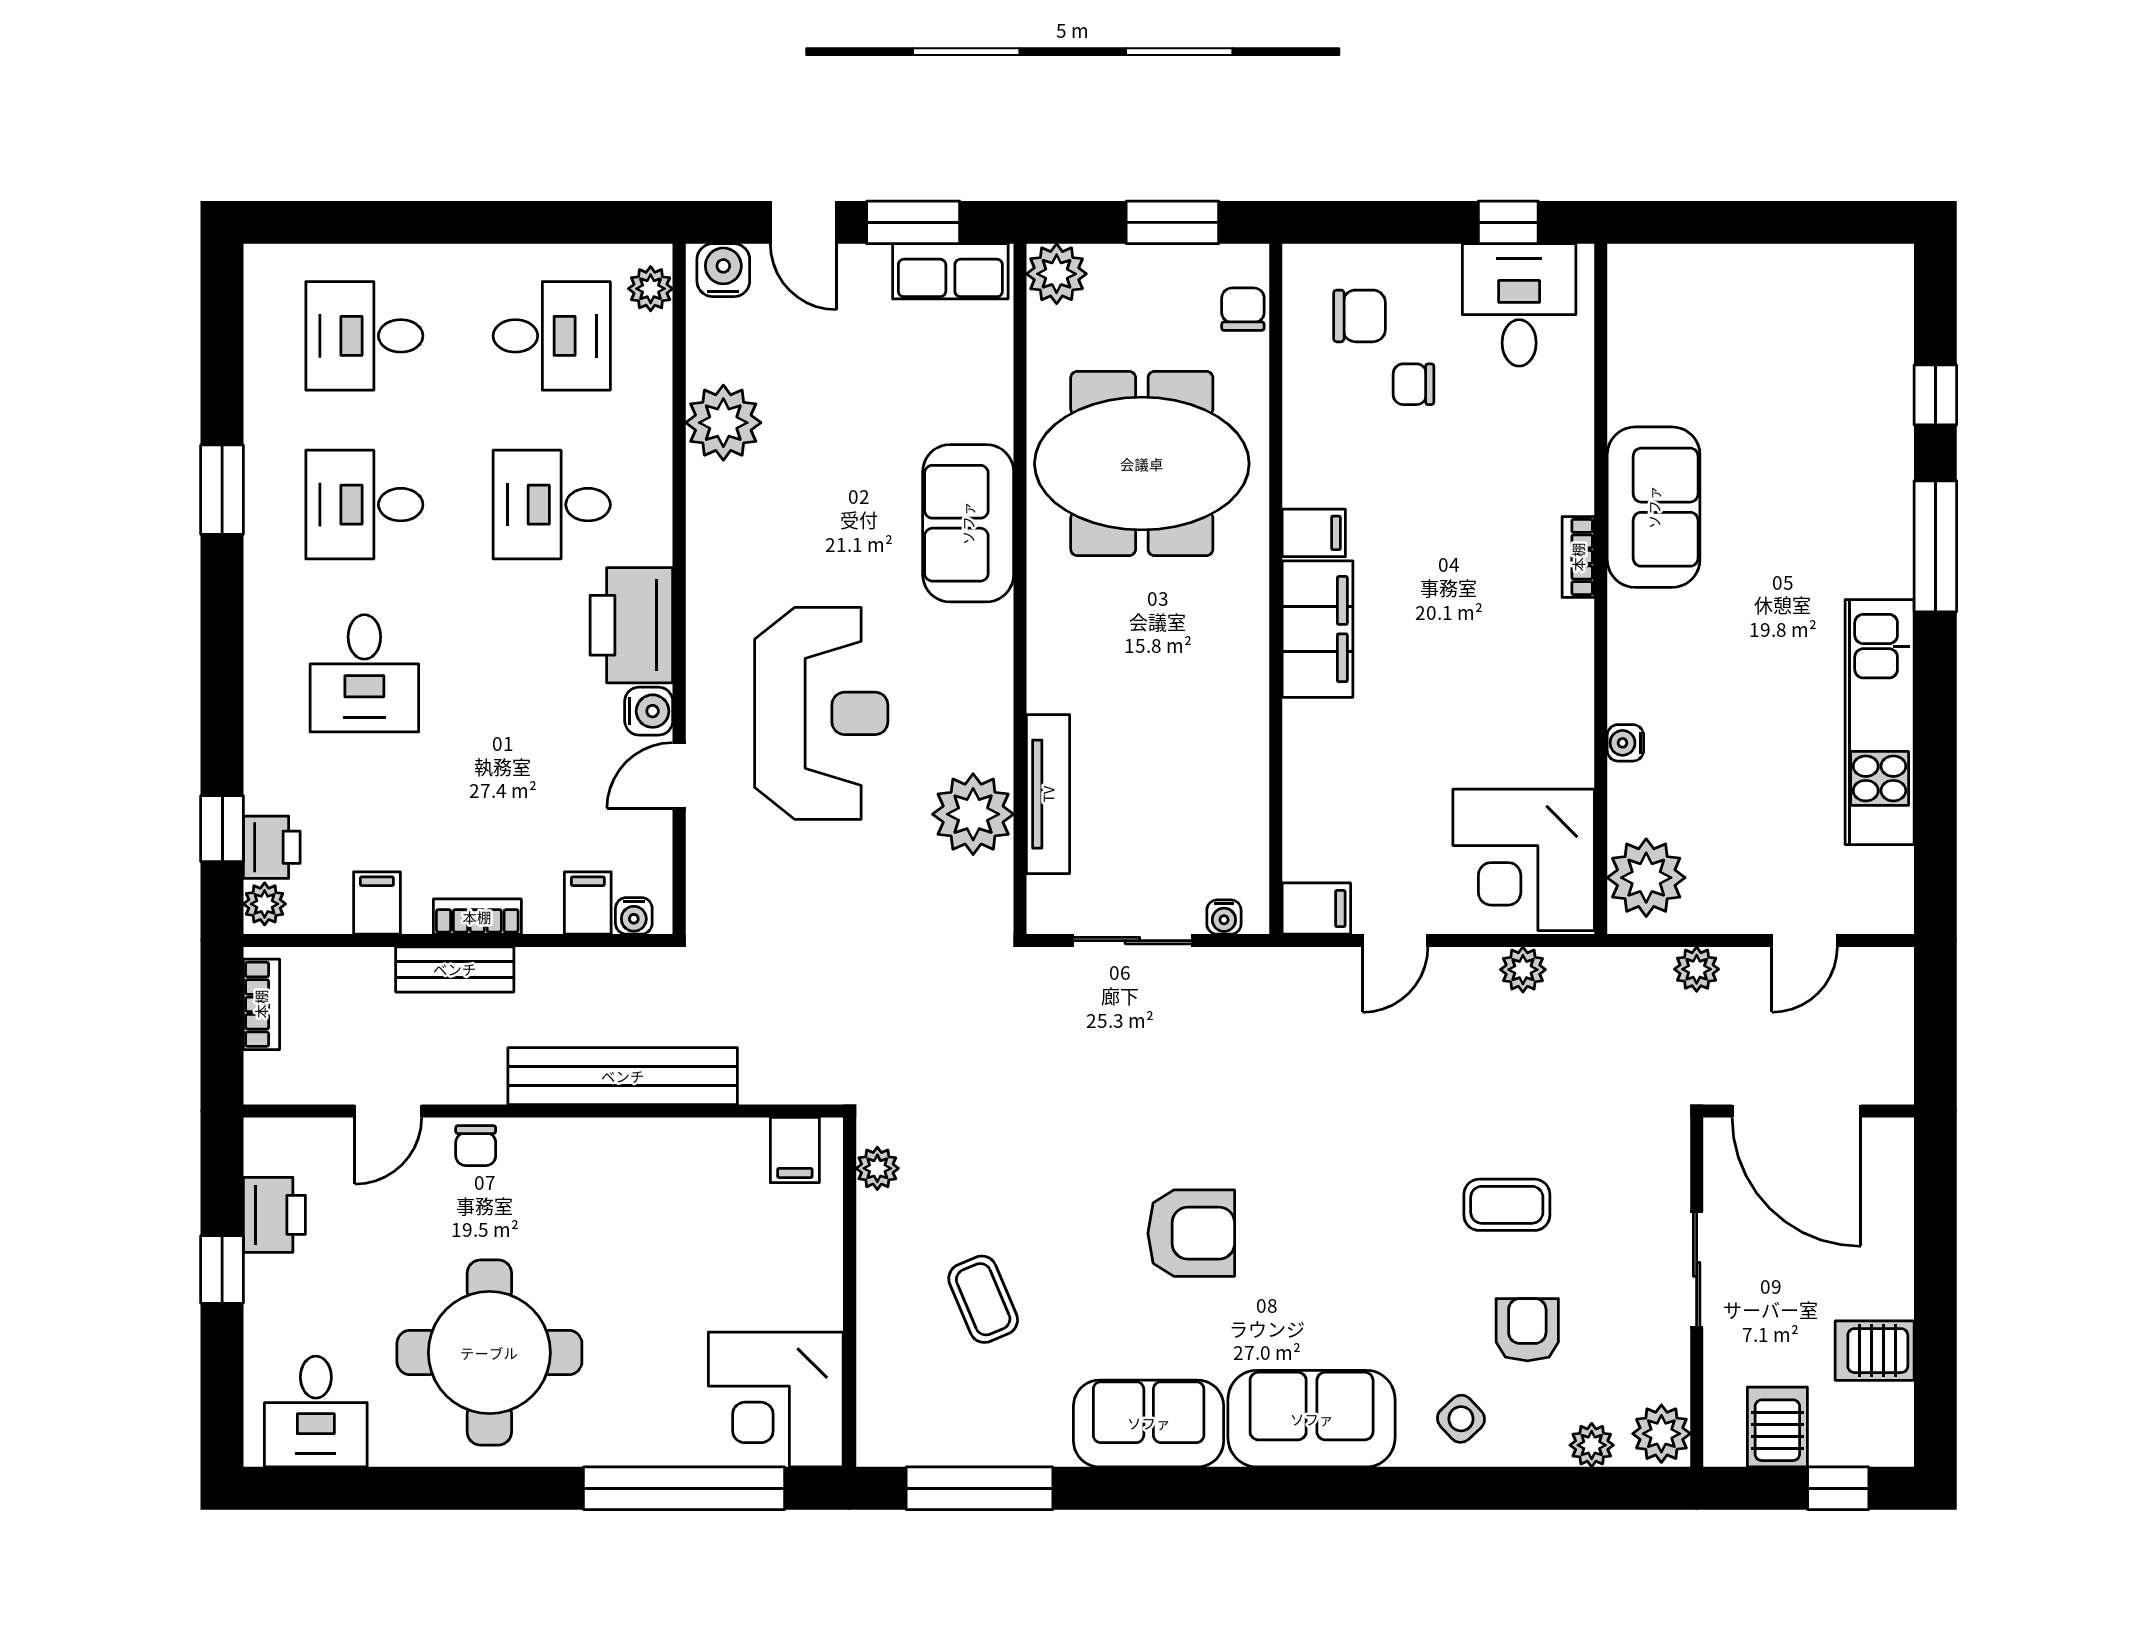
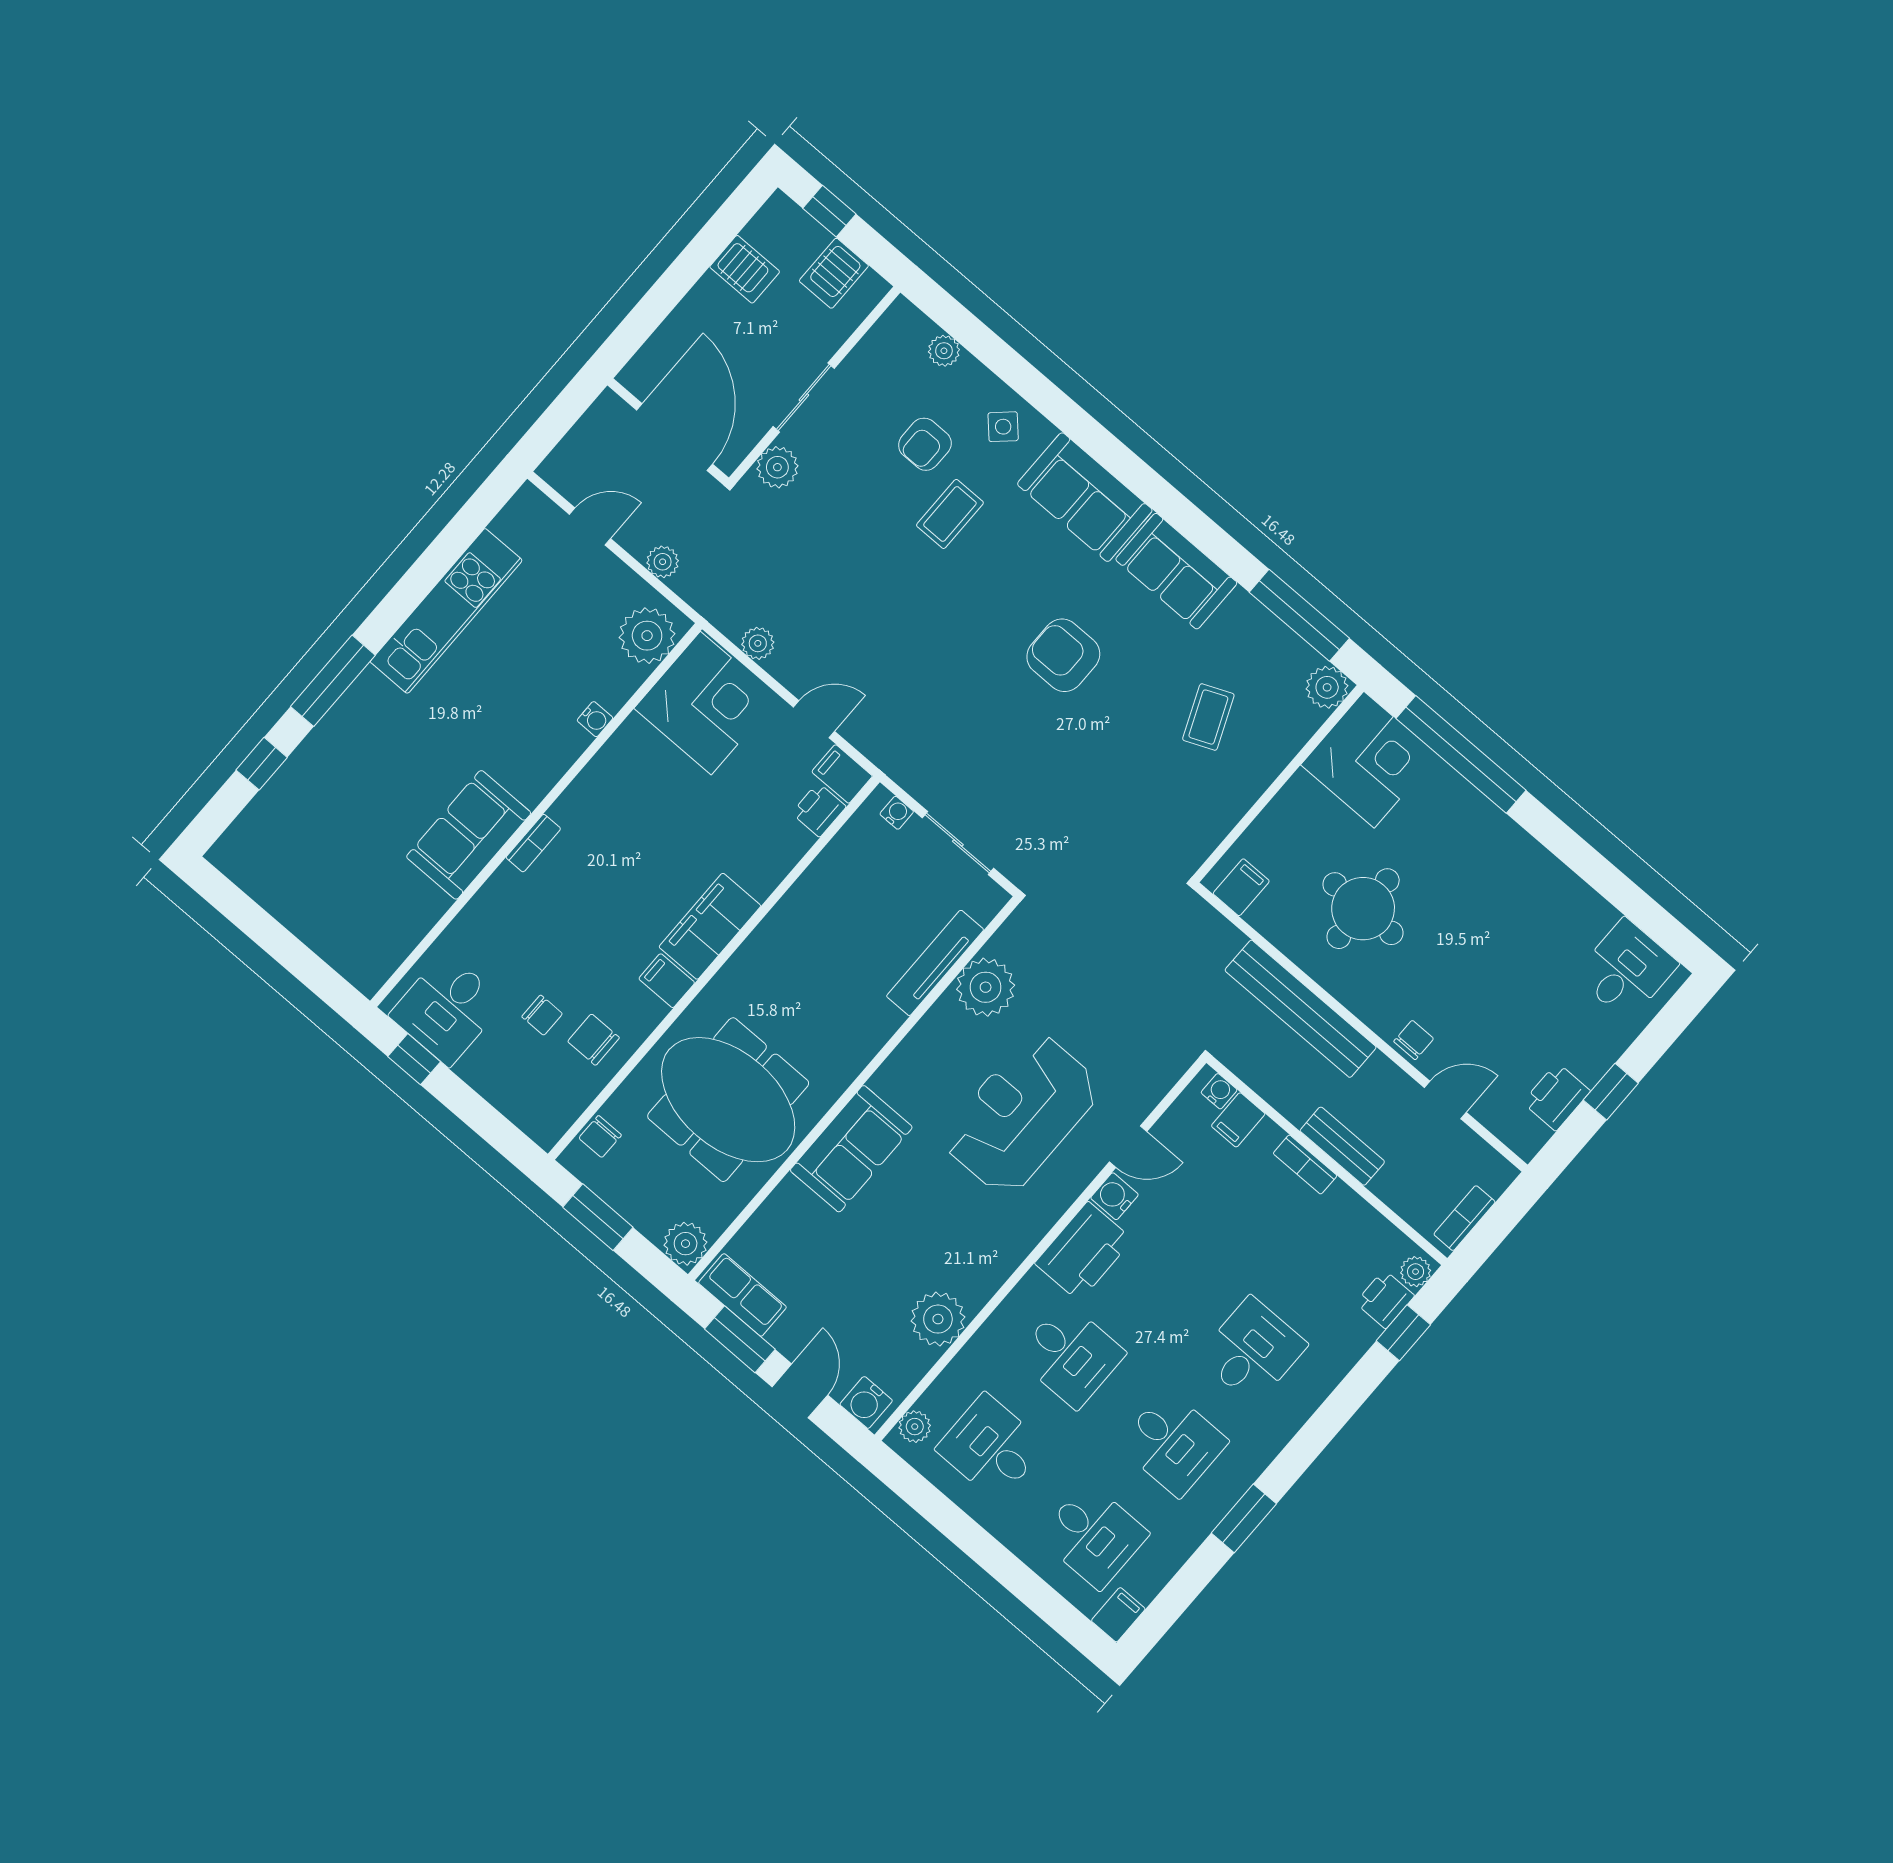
chair: (1360, 316) -> (593, 1040), moved
printer: (1308, 850) -> (819, 810), added
filing cabinet: (377, 903) -> (1118, 1615), moved, turned 180
plant: (877, 1168) -> (1327, 687), moved, width x1.38, depth x1.38
coffee table: (1507, 1205) -> (950, 514), moved, turned 90
round table: (489, 1353) -> (1363, 909), moved, width x0.73, depth x0.73
plant: (1661, 1434) -> (777, 467), moved

